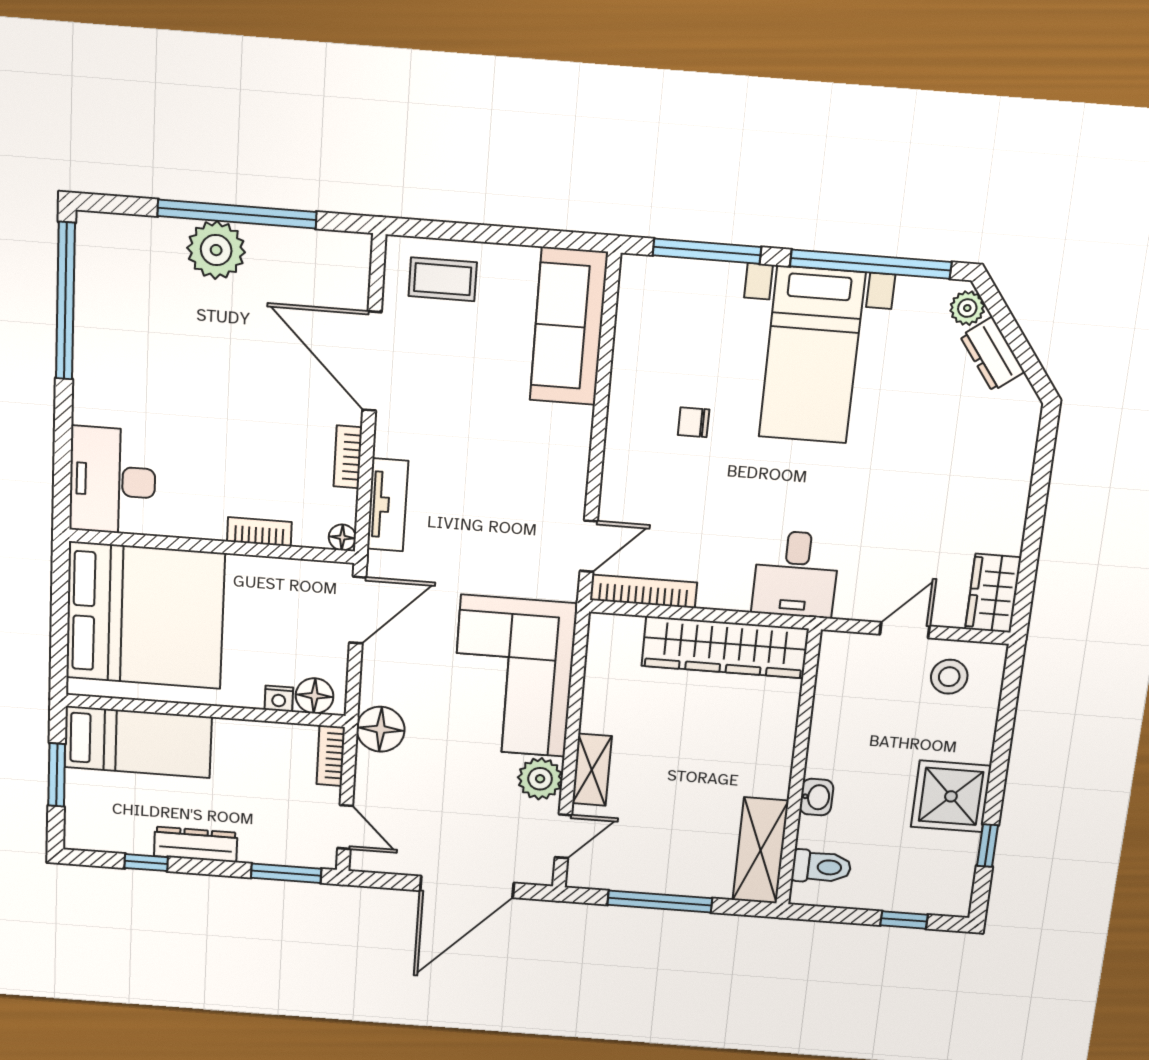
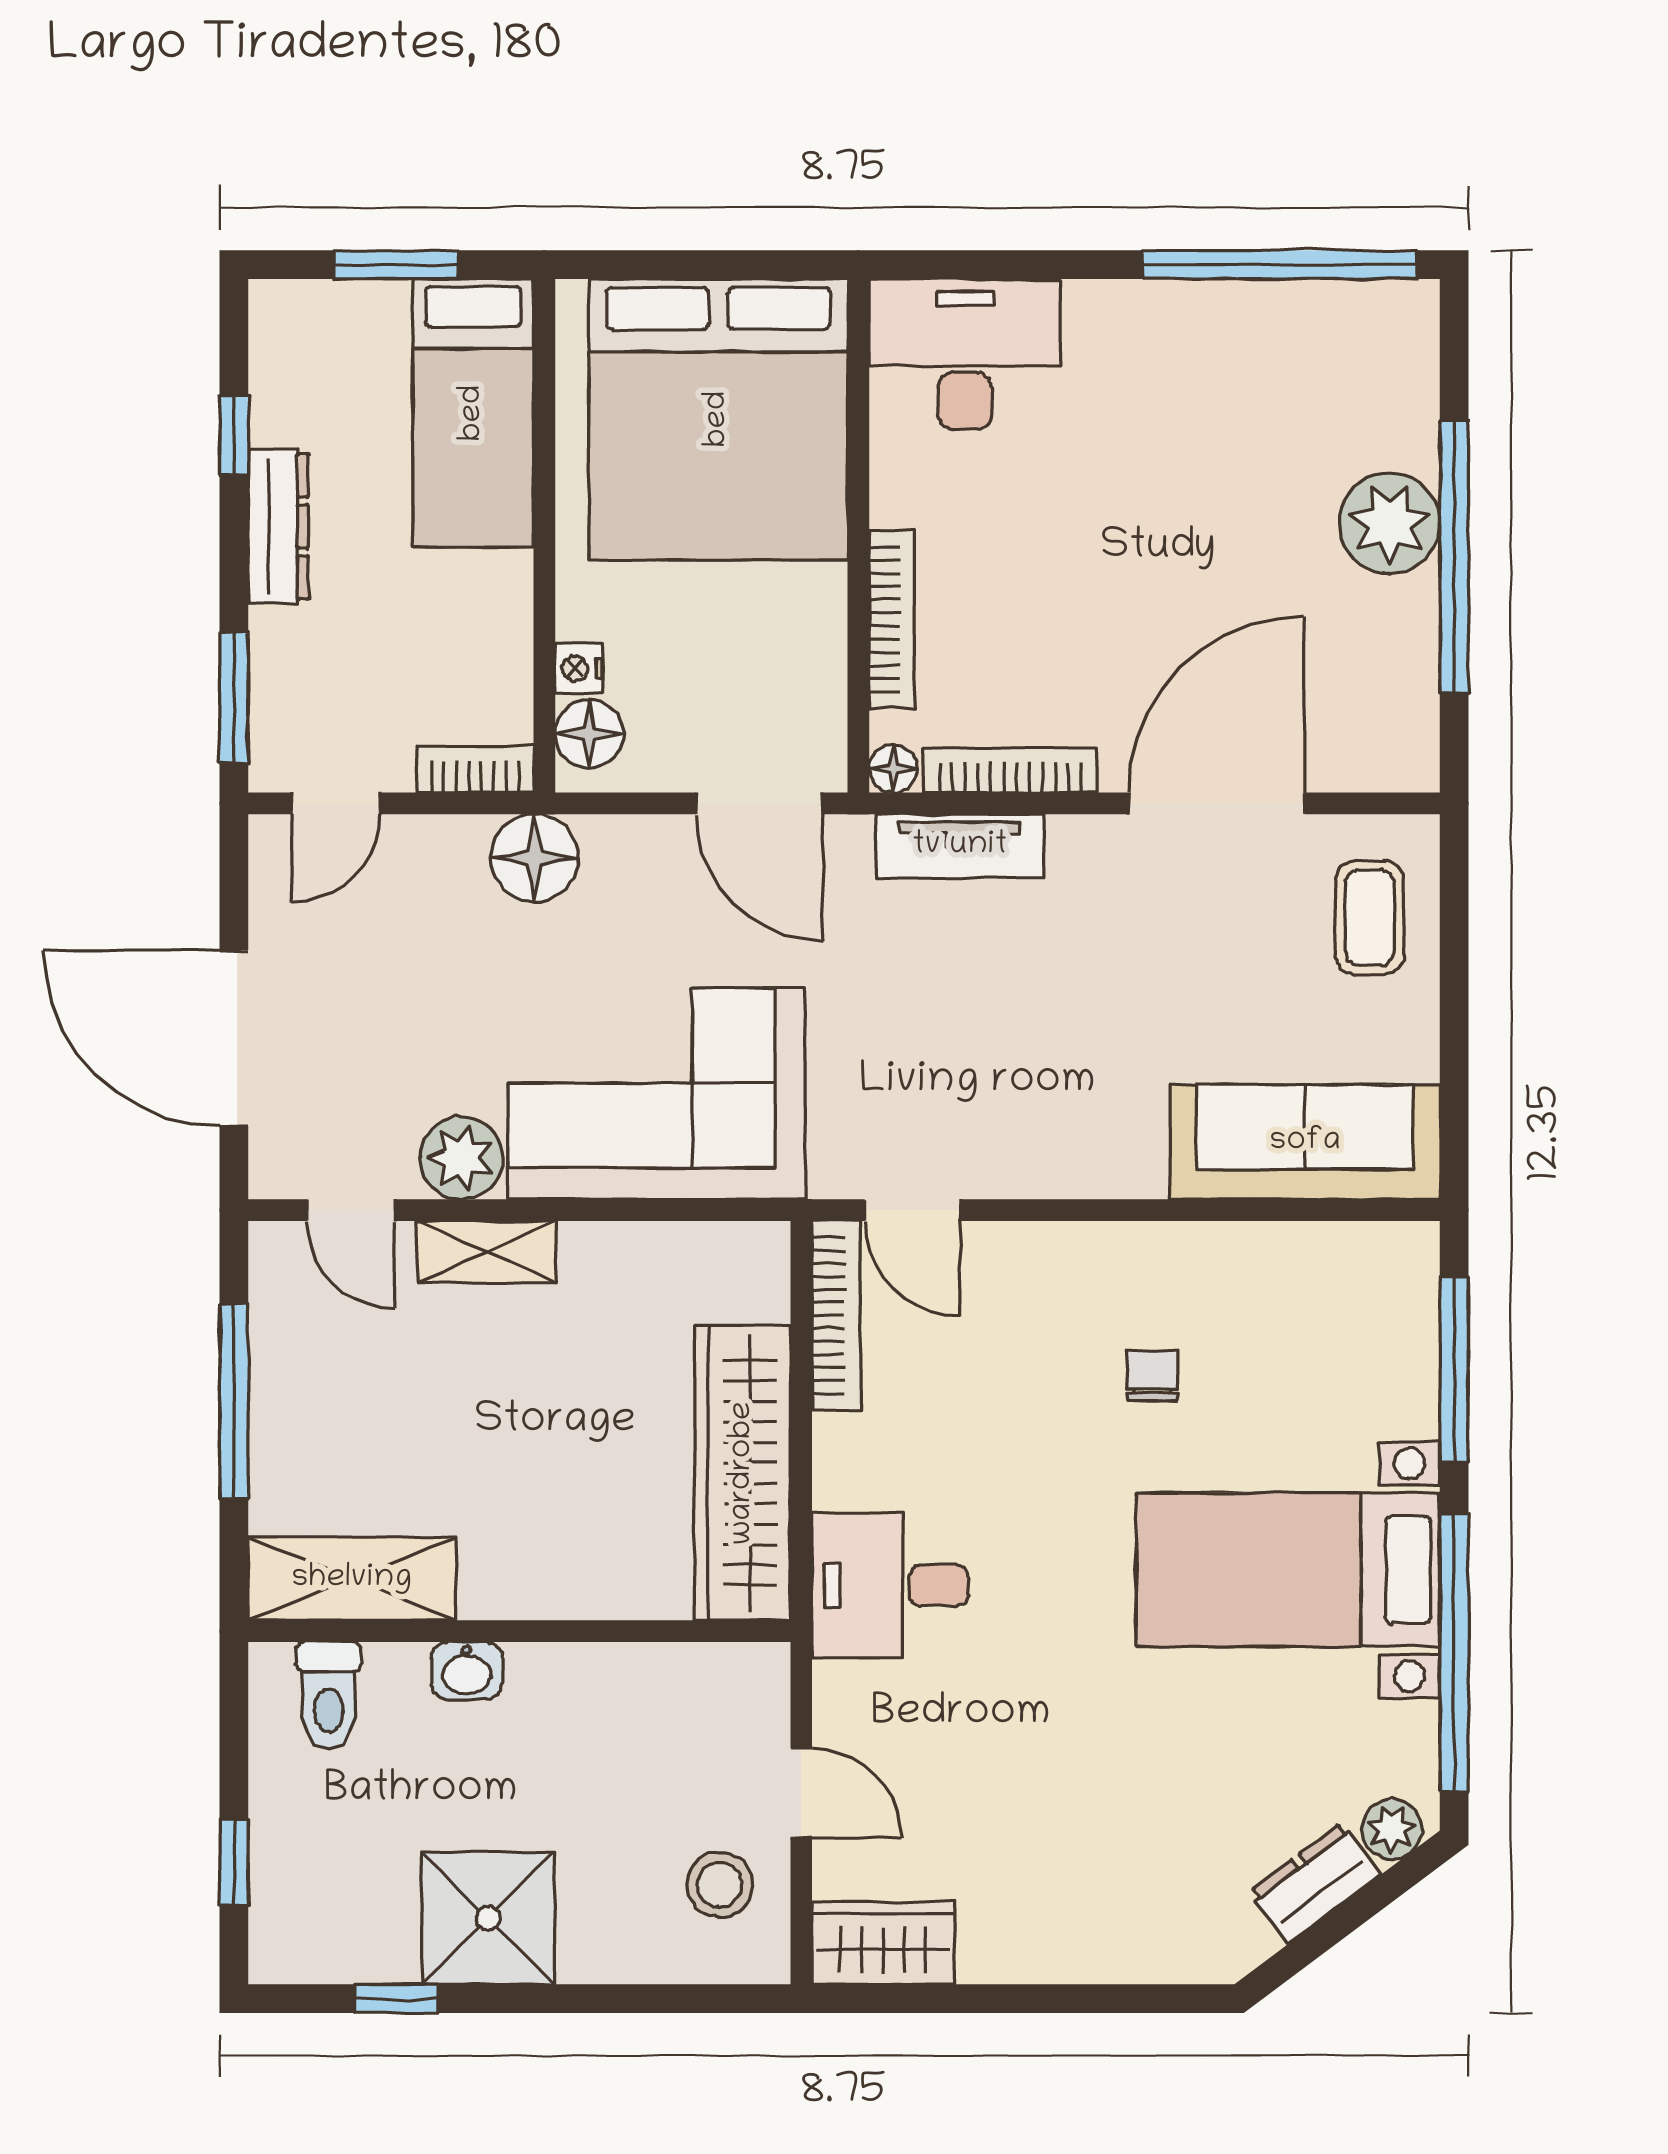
bookcase: (348, 457) -> (1010, 770), width x1.56
bookcase: (259, 532) -> (892, 619), width x1.56

